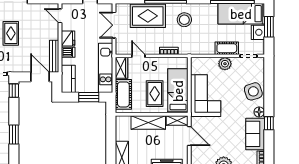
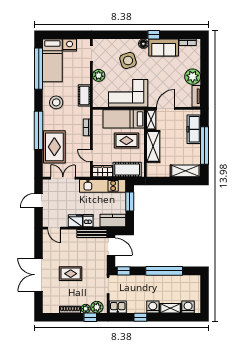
door: (60, 16) -> (54, 228), hinge flipped
stool: (184, 20) -> (56, 102), moved
double door: (114, 25) -> (63, 178), swing flipped
window: (269, 27) -> (64, 35), removed
cot: (227, 48) -> (84, 95), moved
door: (138, 56) -> (91, 156), hinge flipped
door: (40, 77) -> (111, 247), swing flipped
side table: (253, 91) -> (128, 61), moved
window: (14, 135) -> (164, 271), width x2.11

